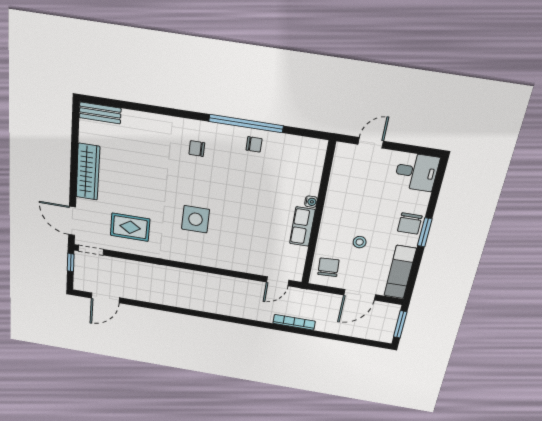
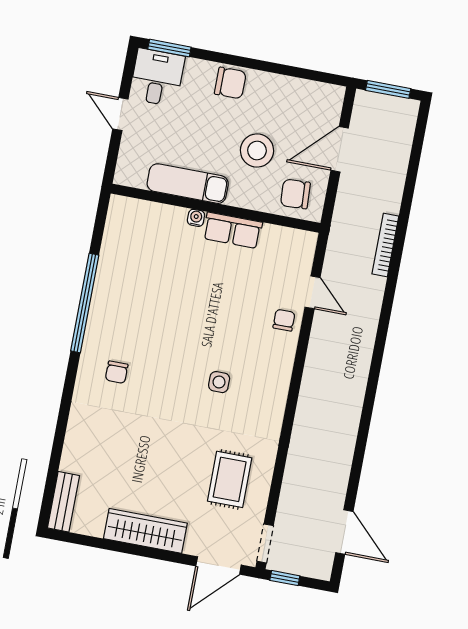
door: (371, 143) -> (120, 114), moved
chair: (254, 144) -> (284, 320), moved
side table: (195, 219) -> (219, 382), width x0.54, depth x0.54
window: (425, 232) -> (169, 48), moved
stool: (360, 242) -> (257, 150), width x1.89, depth x1.89
exam couch: (400, 272) -> (188, 184), moved, turned 180
door: (278, 281) -> (313, 292), moved
door: (359, 295) -> (340, 149), swing flipped

